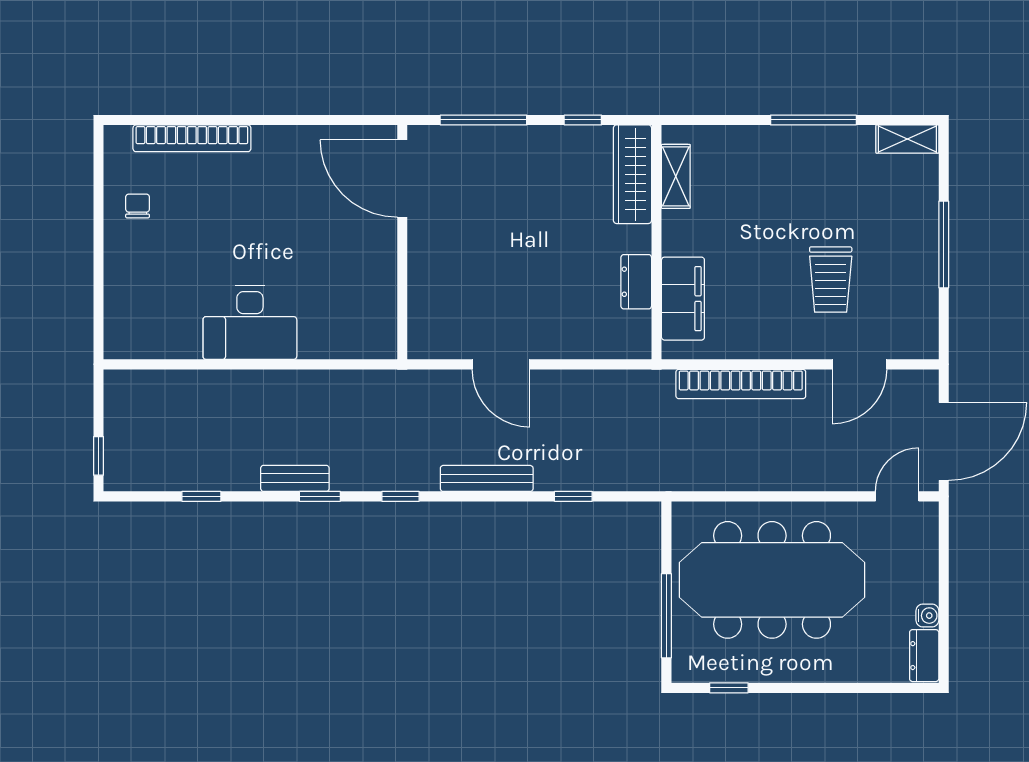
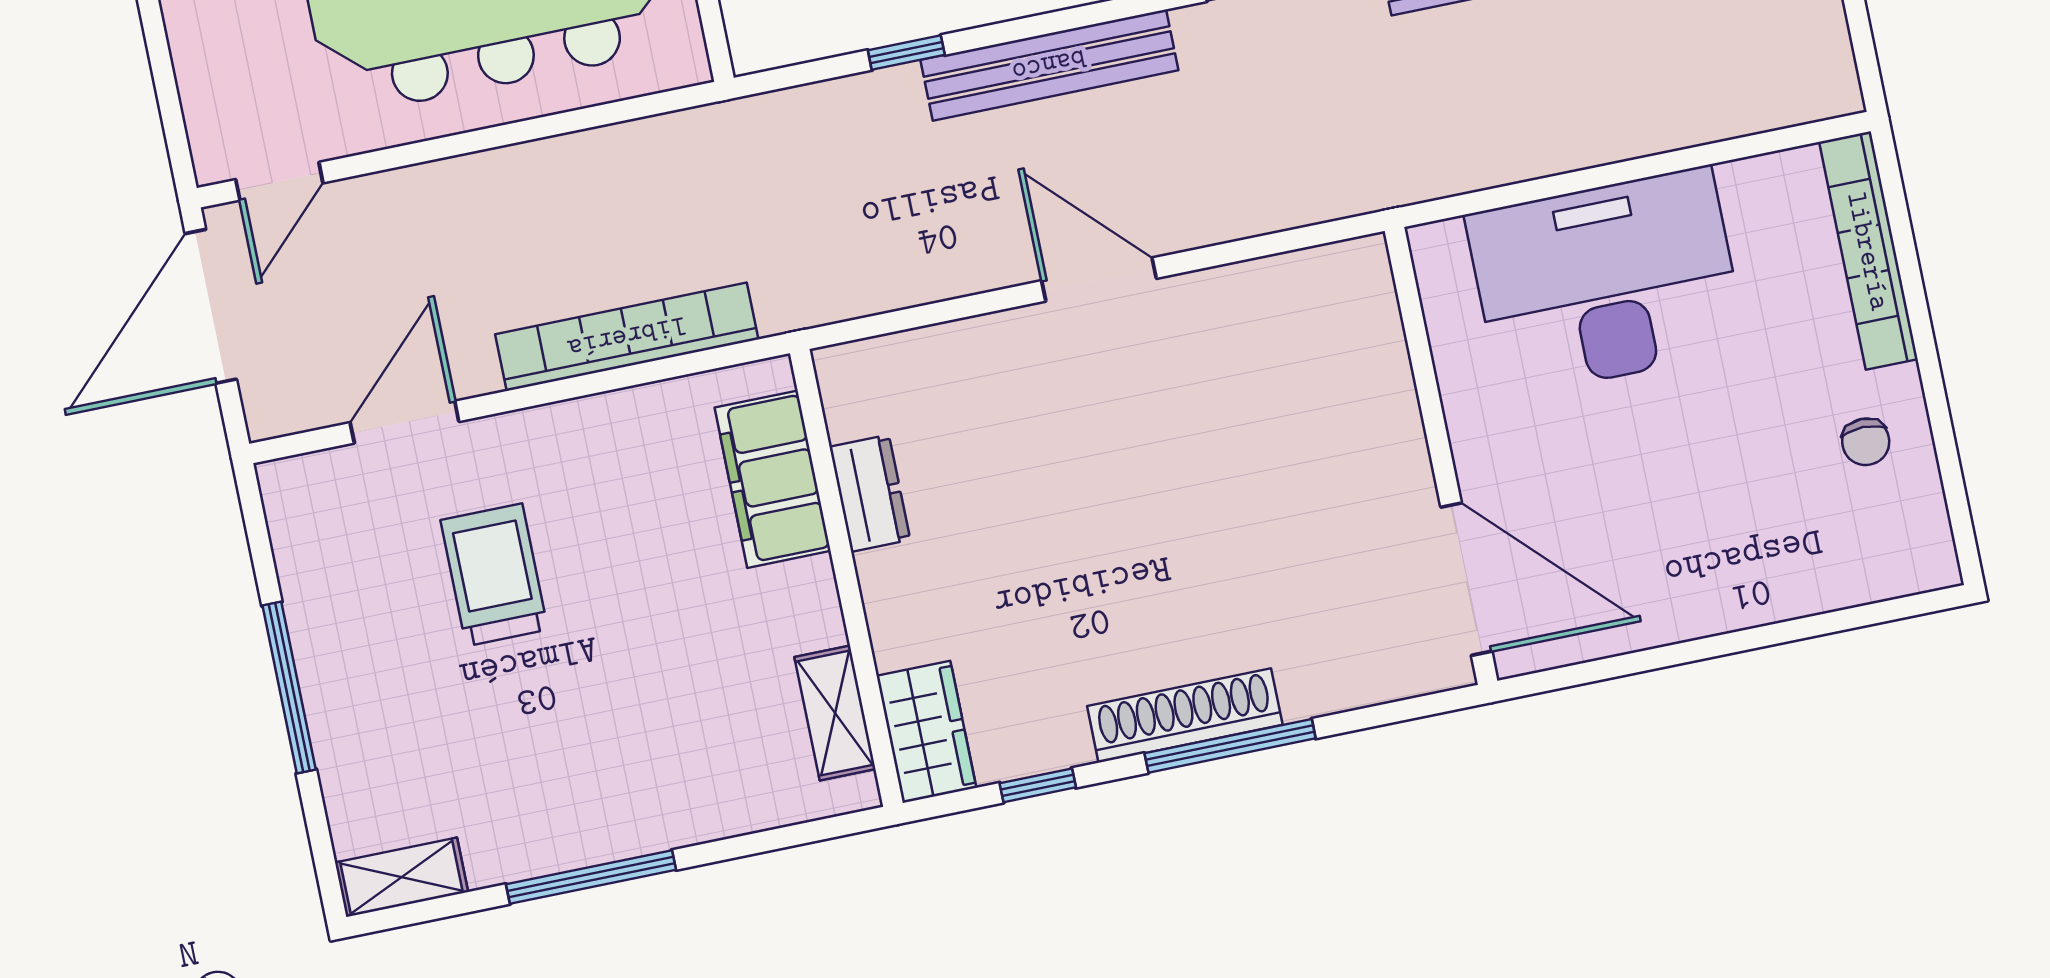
bookcase: (192, 138) -> (1868, 251), moved, turned -90
shoe rack: (503, 140) -> (1185, 715), added
wardrobe: (632, 174) -> (926, 732), width x0.67
door: (402, 178) -> (1466, 579), moved
wall: (402, 242) -> (1441, 456), moved
desk: (250, 323) -> (1606, 282), width x1.36, depth x1.30
bench: (487, 478) -> (1049, 65), width x1.37, depth x1.21

